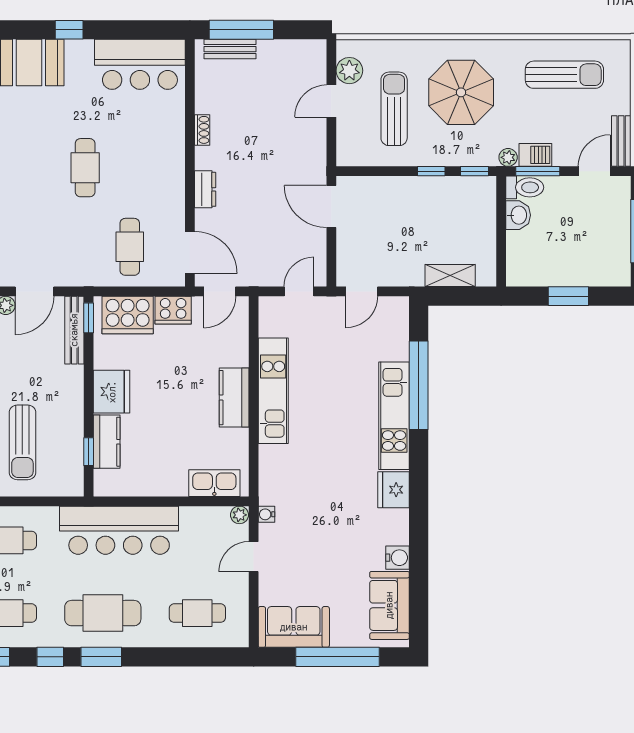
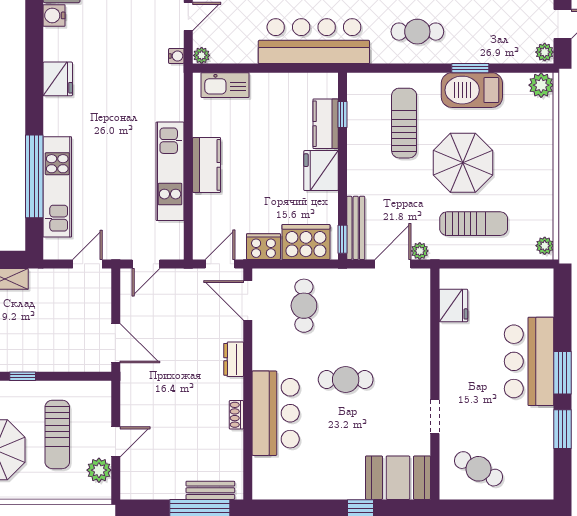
bar counter: (140, 64) -> (276, 413), moved, turned 90
cafe table: (85, 168) -> (346, 380), turned 90
kitchen unit: (394, 416) -> (57, 187), moved

